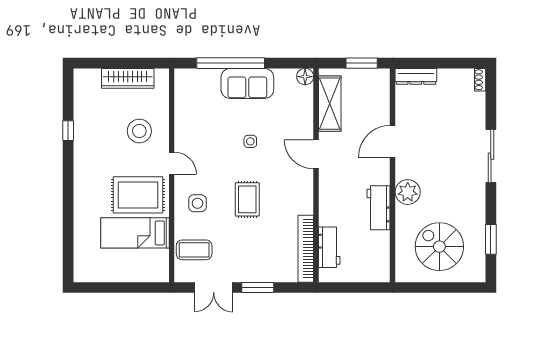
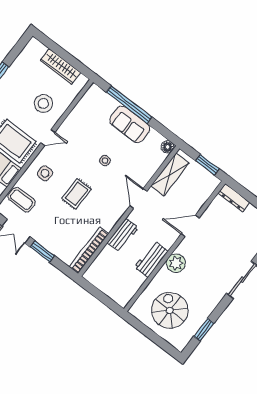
door: (172, 163) -> (48, 137), hinge flipped
workbench: (329, 247) -> (123, 235), moved

